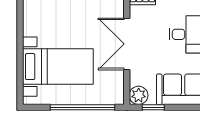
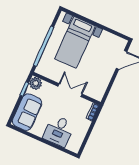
double door: (127, 44) -> (70, 90), width x0.73

